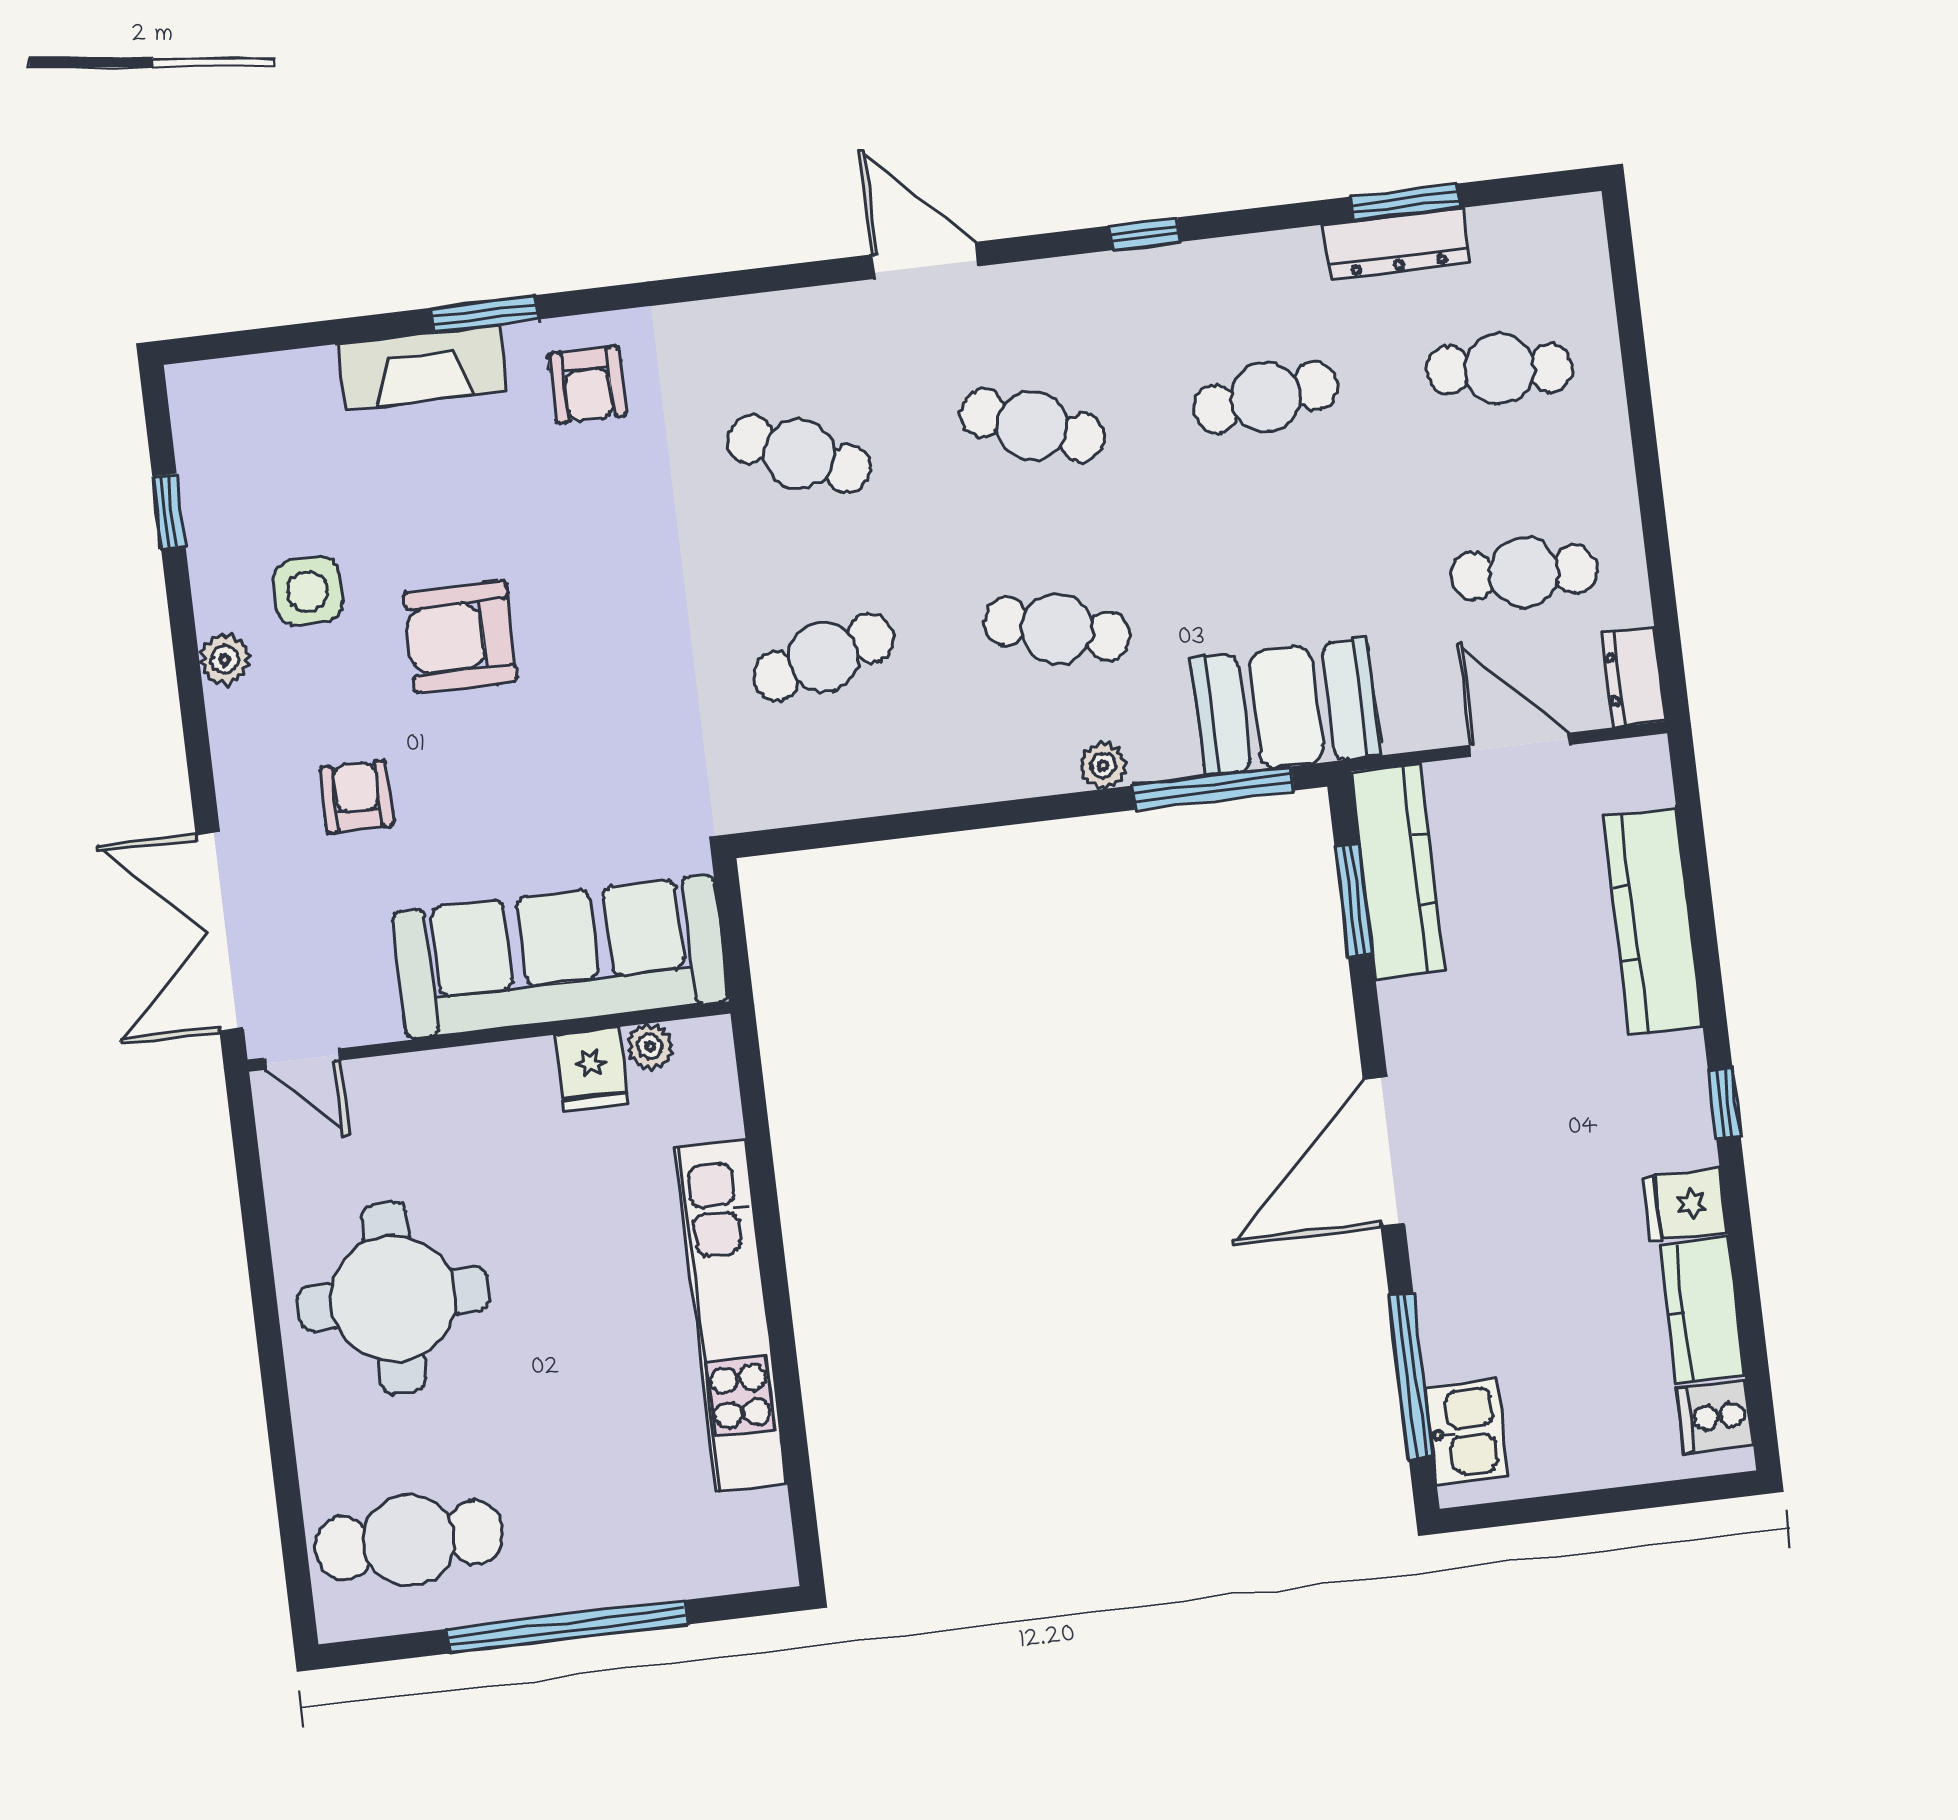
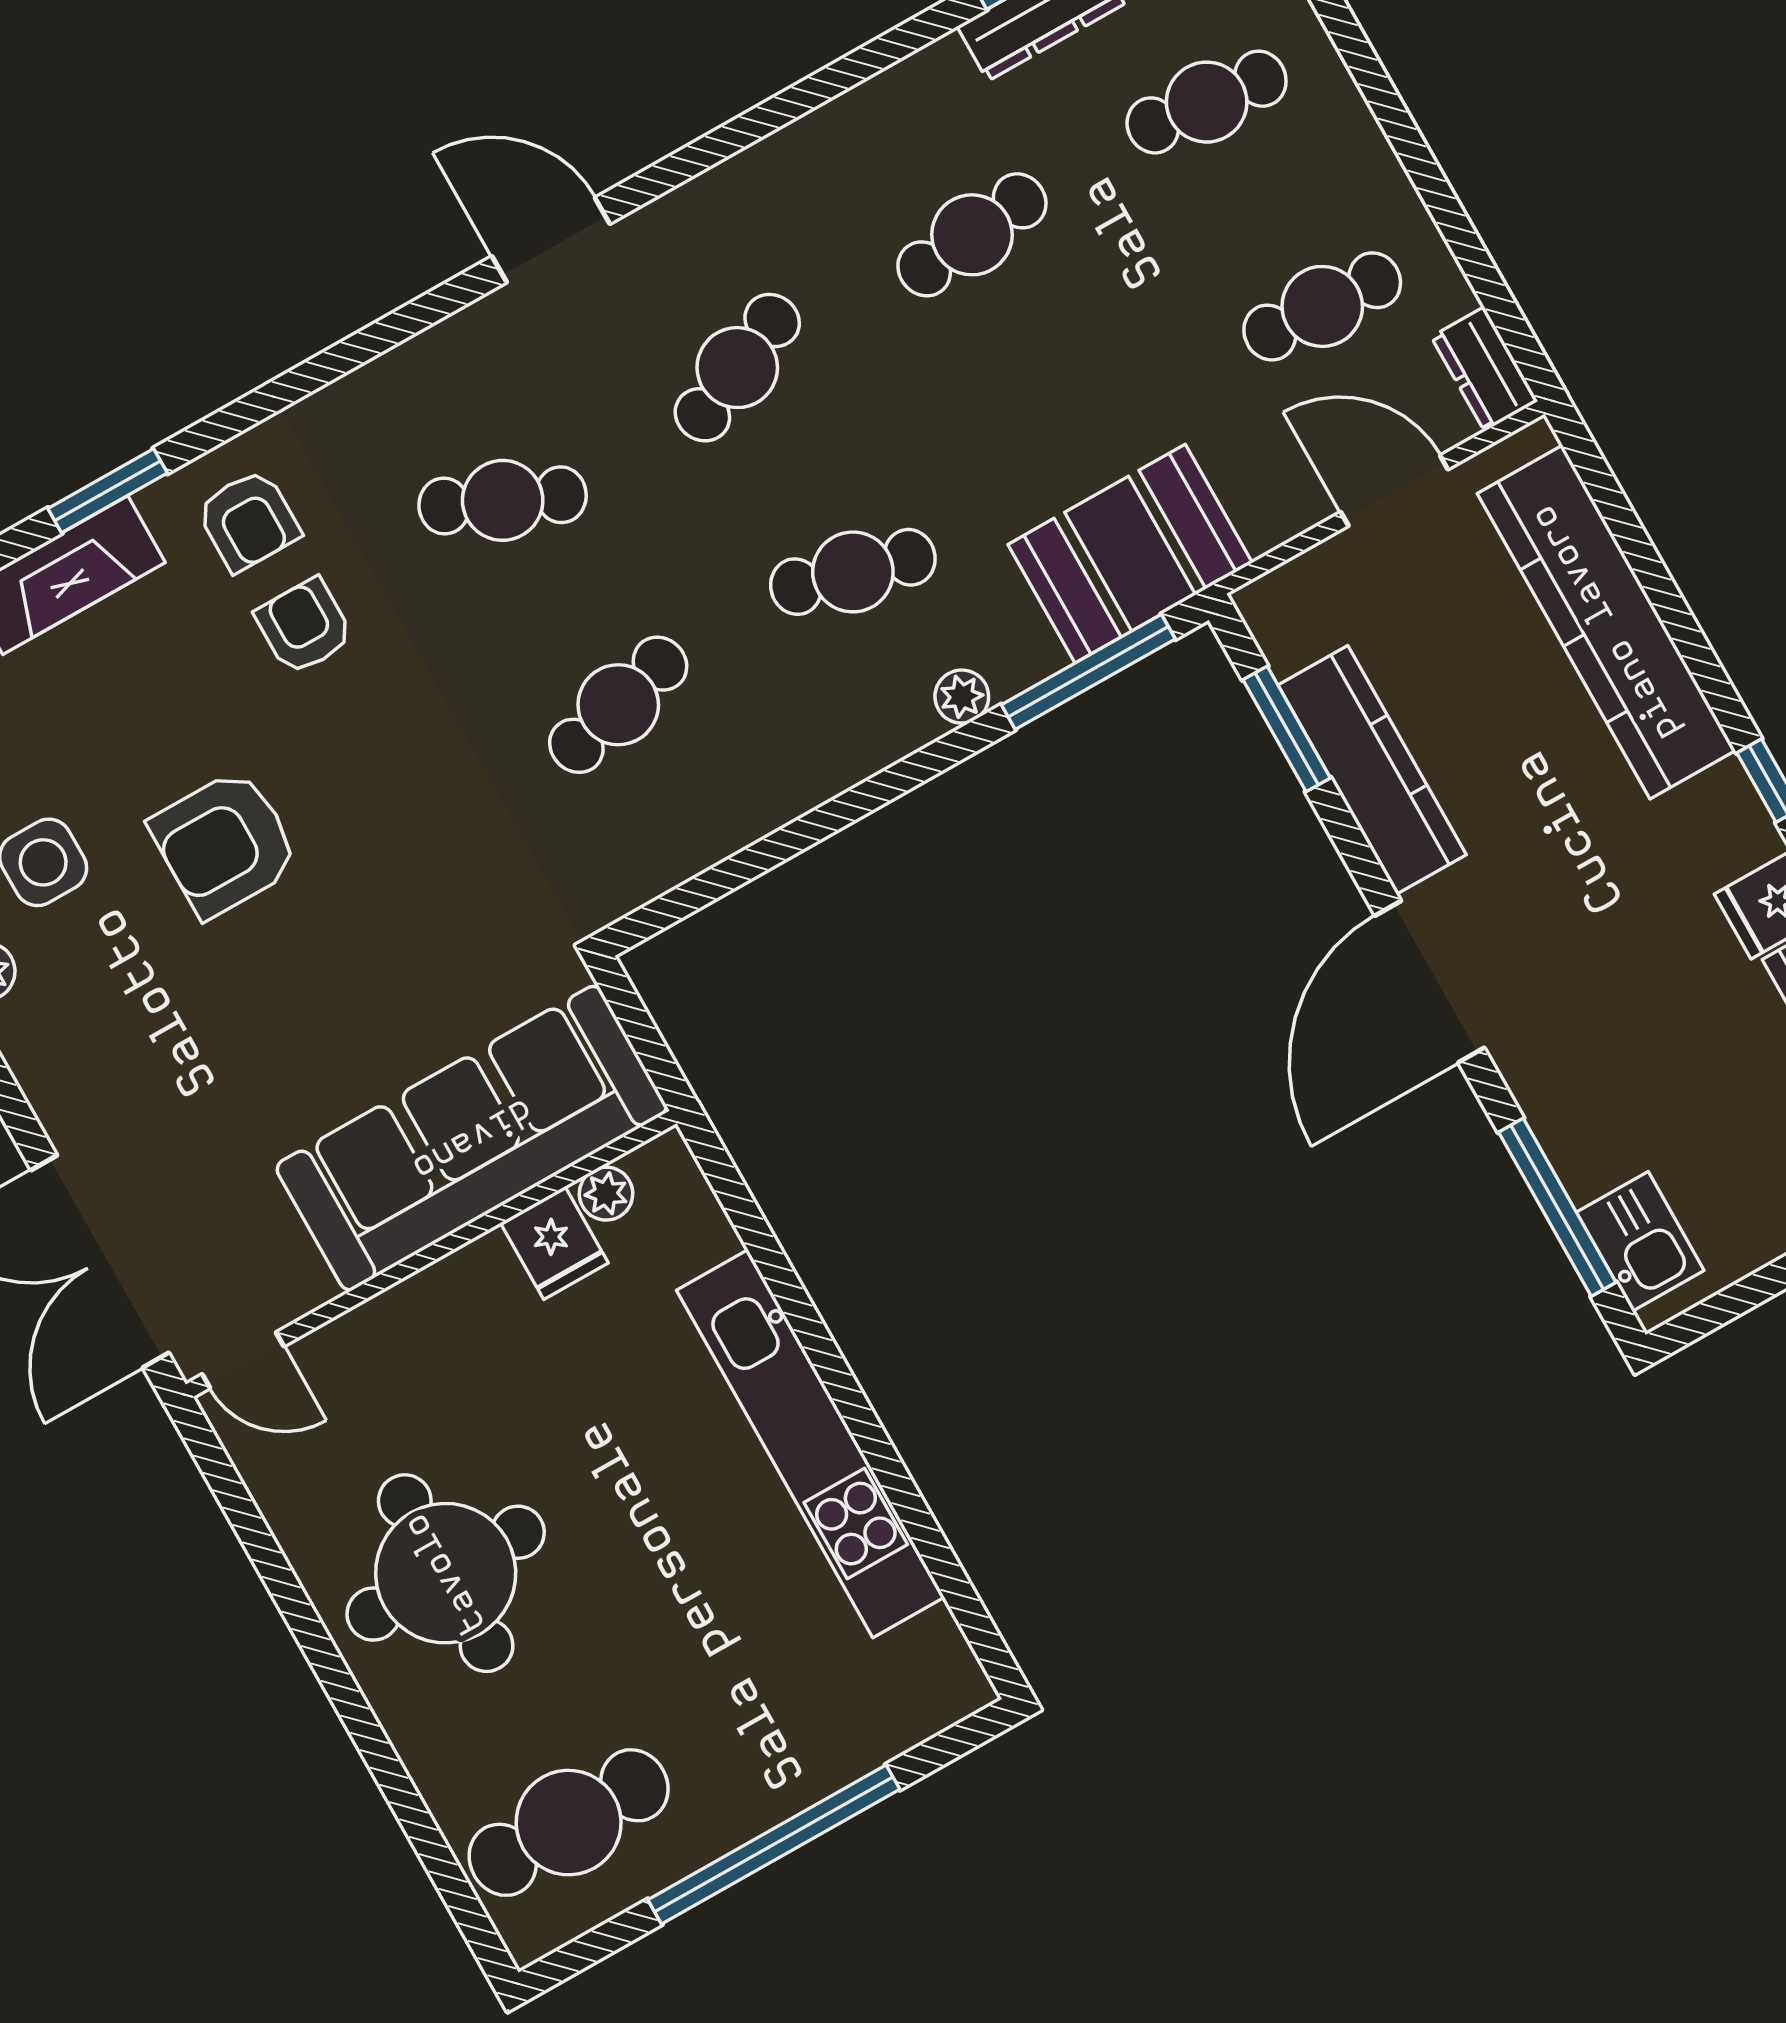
window: (1145, 234) -> (772, 115), removed
cafe table: (1032, 426) -> (737, 368), turned -45
armchair: (357, 797) -> (304, 626), moved
kitchen counter: (1398, 872) -> (1372, 770), moved
kitchen counter: (1653, 921) -> (1606, 622), width x1.39, depth x1.17

